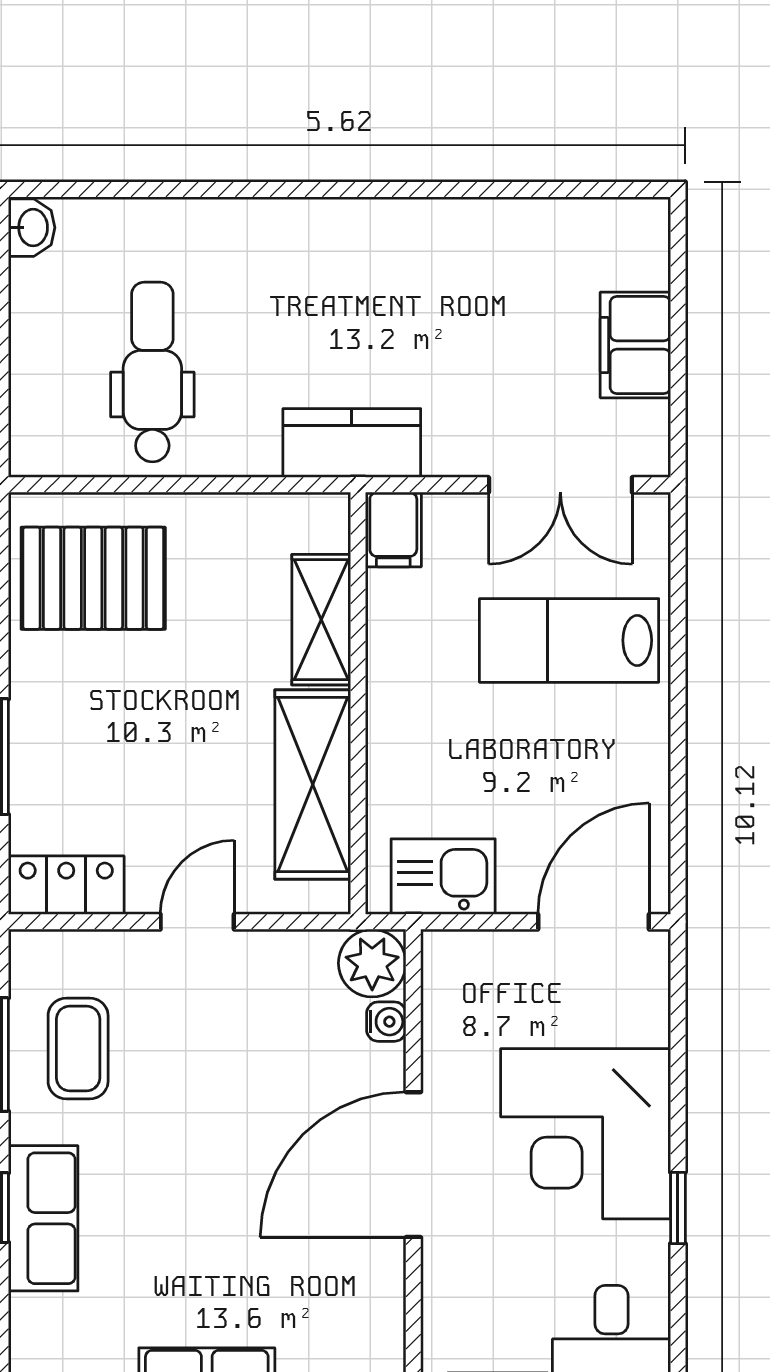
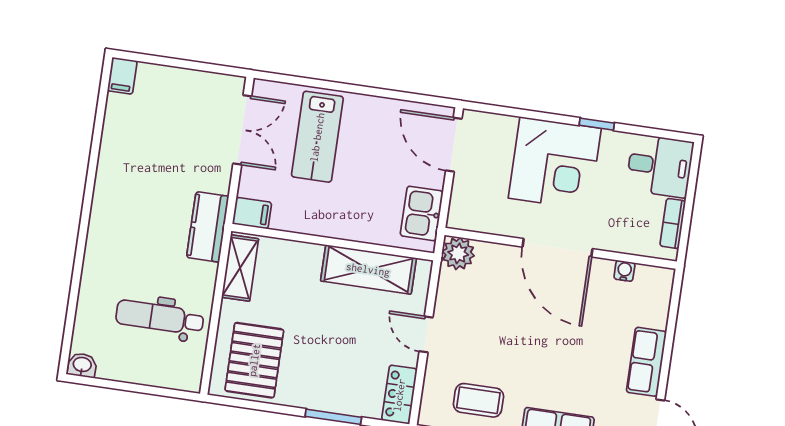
filing cabinet: (635, 345) -> (122, 76), moved, width x0.50
shelving: (321, 620) -> (240, 268), moved, turned 90
water cooler: (386, 1022) -> (624, 271), moved

